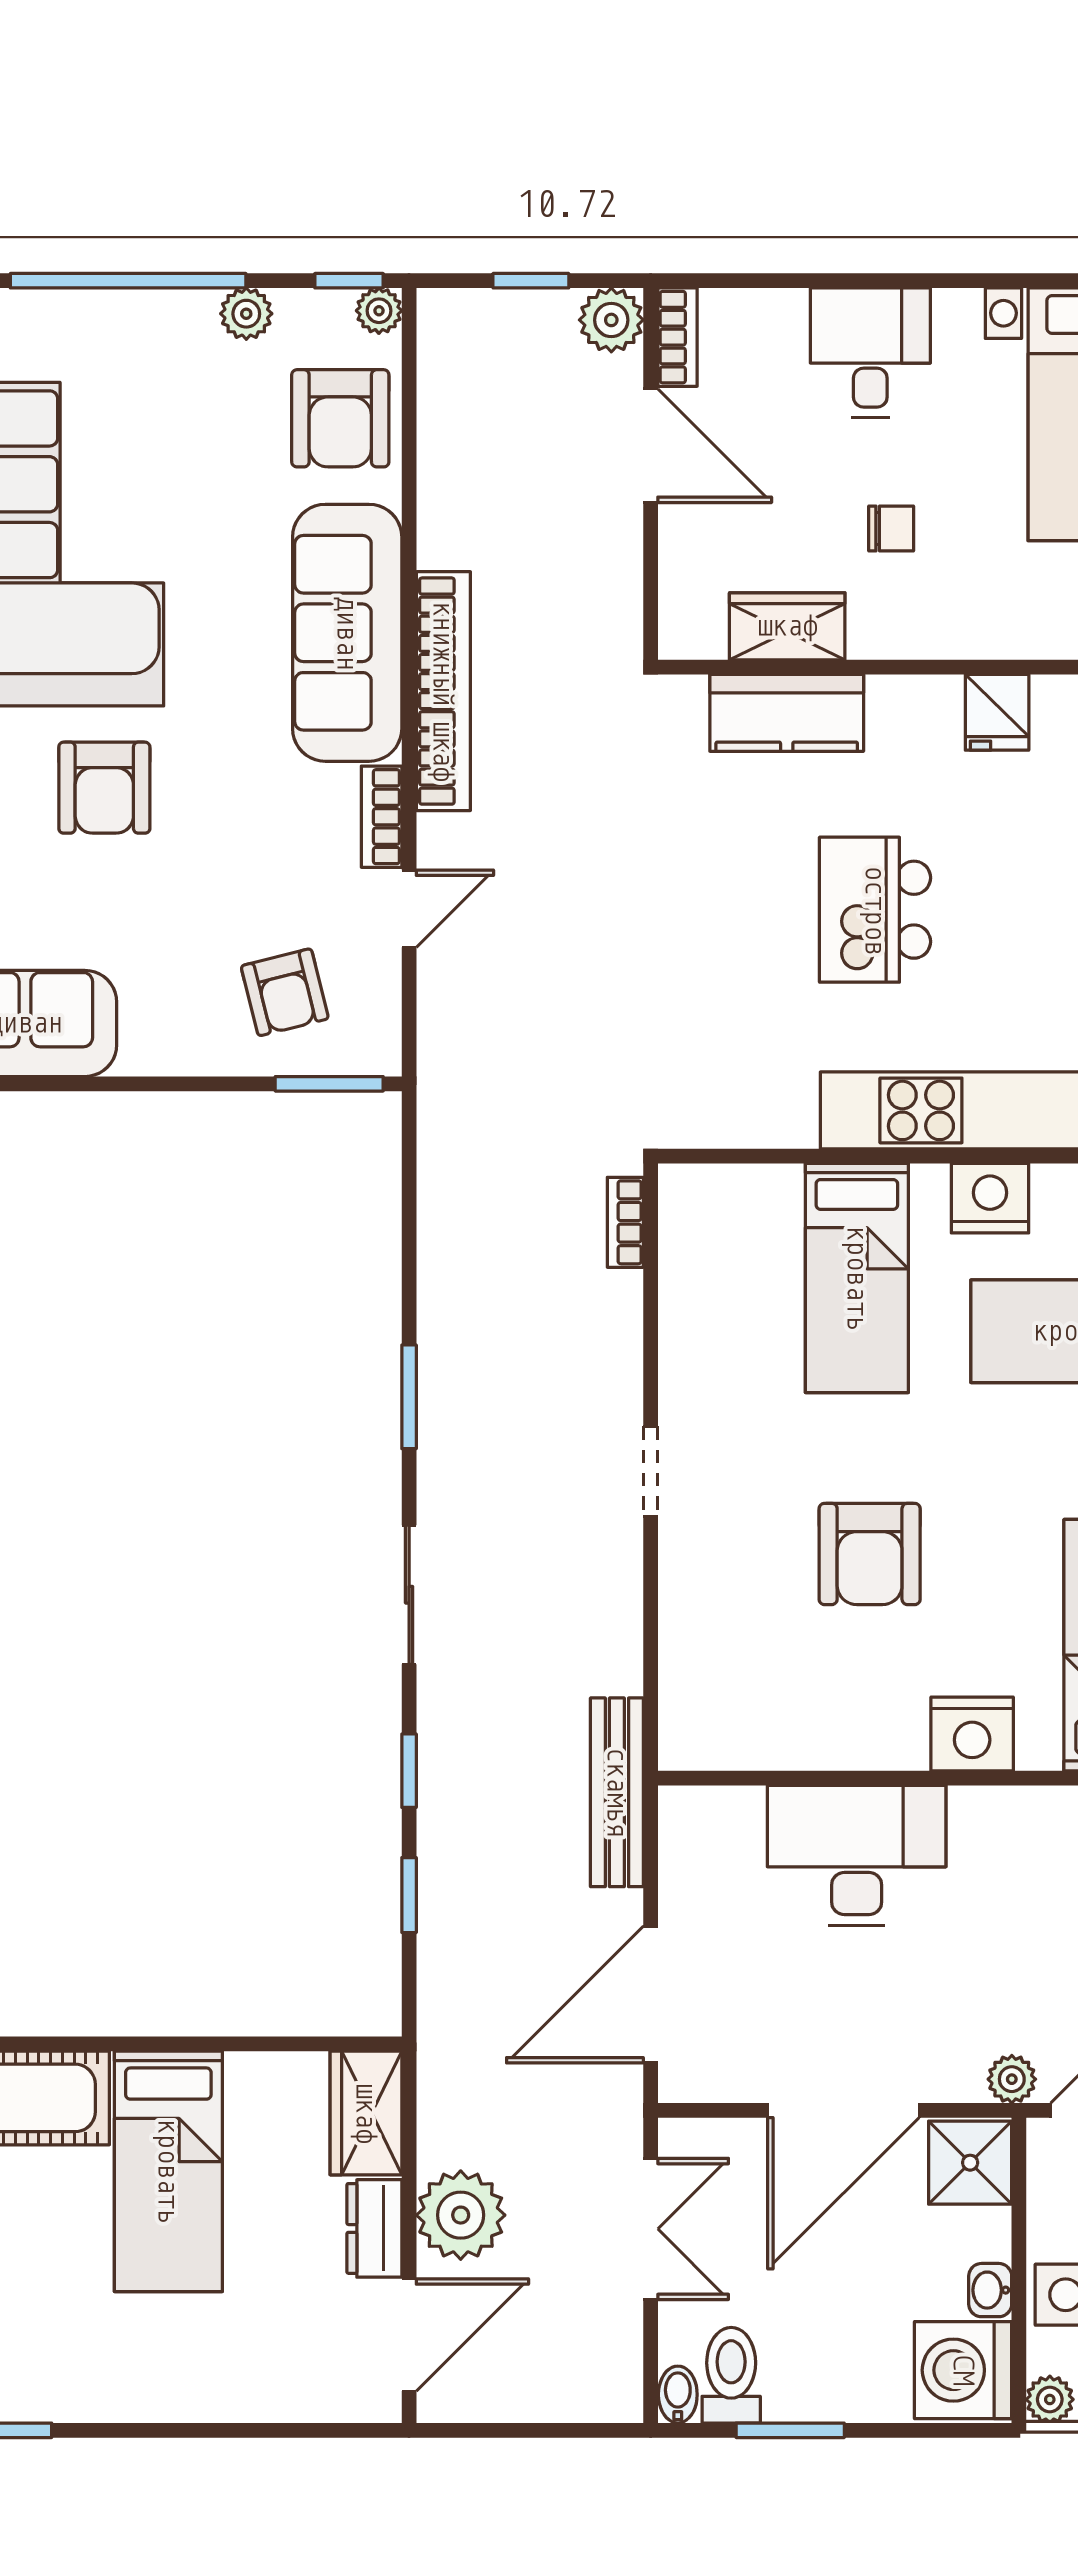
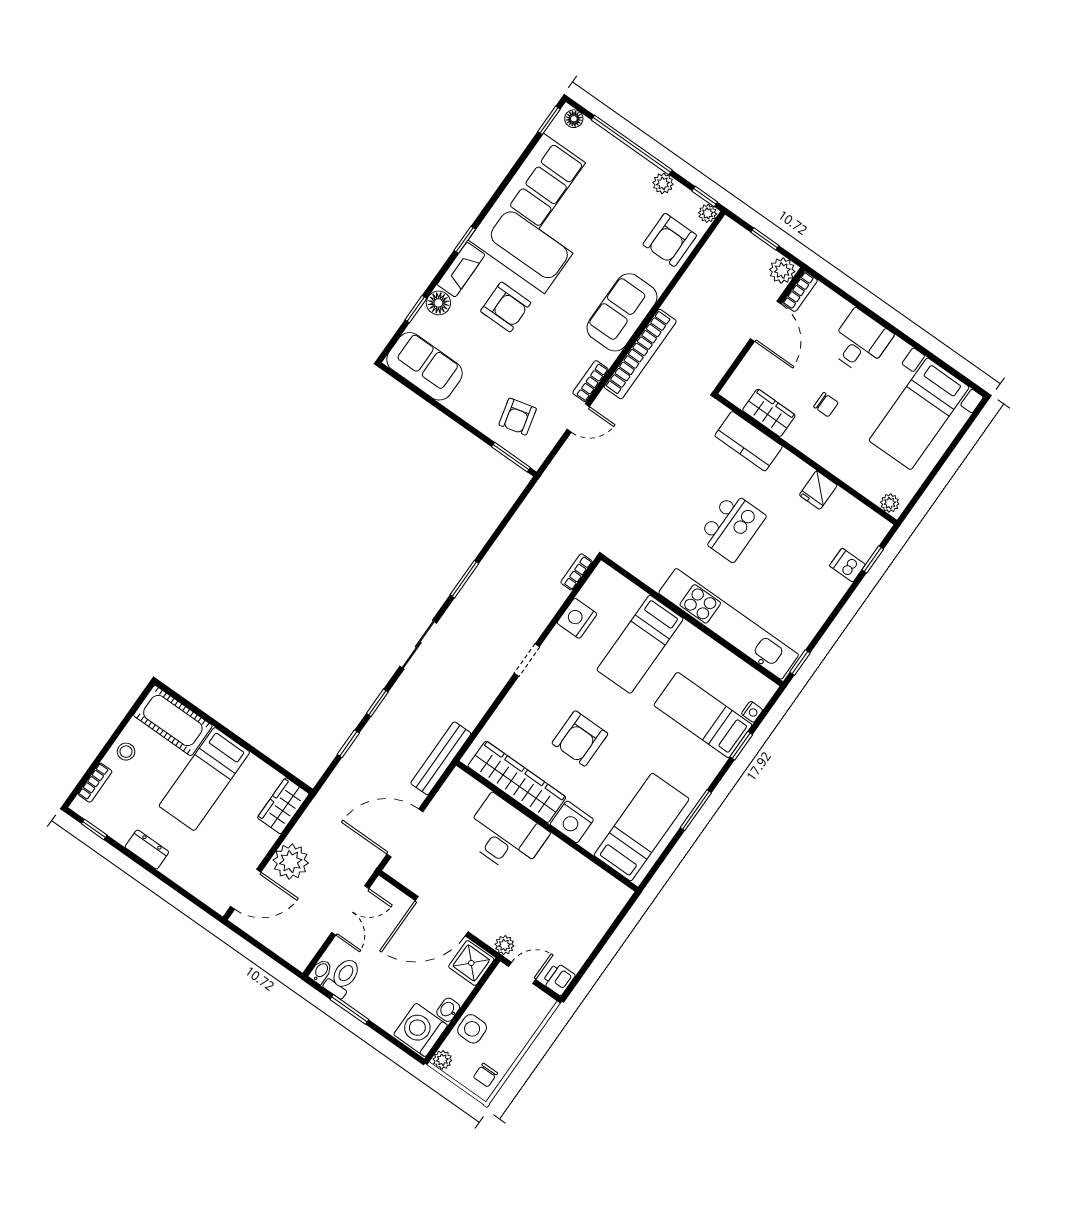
sofa: (347, 633) -> (622, 312), width x0.73
armchair: (104, 788) -> (506, 307), turned -90
kitchen island: (875, 910) -> (732, 527), turned 180
nightstand: (990, 1198) -> (577, 618), moved, turned -90
wardrobe: (804, 1731) -> (517, 782), added
dresser: (374, 2228) -> (147, 849), moved, turned 90

